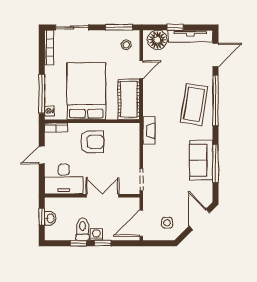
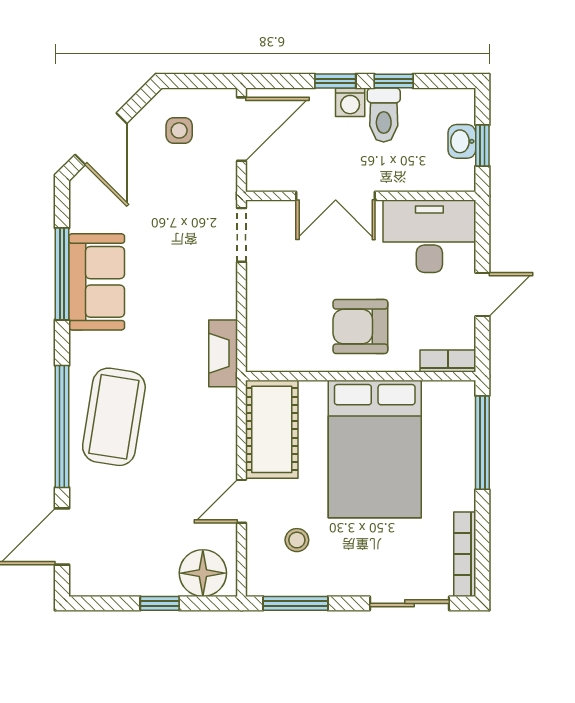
tv unit: (190, 36) -> (123, 582), removed
stool: (126, 45) -> (297, 540), moved
nightstand: (49, 111) -> (464, 401), removed

